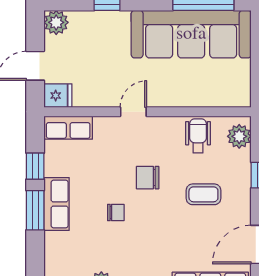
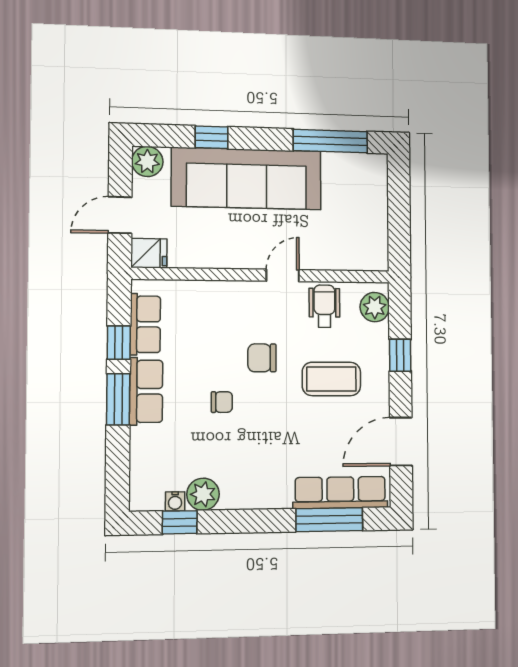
sofa: (191, 34) -> (247, 179), moved
door: (133, 112) -> (283, 275), moved
row of seats: (68, 128) -> (145, 324), moved, turned -90
coffee table: (203, 194) -> (331, 379), width x1.36, depth x1.30

